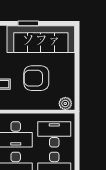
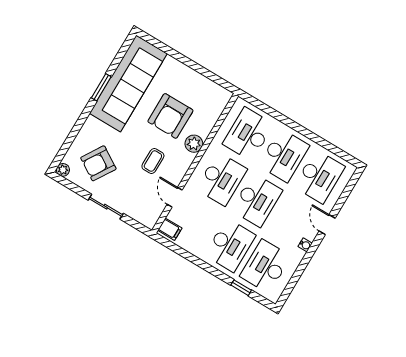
plant: (65, 103) -> (194, 144), moved

